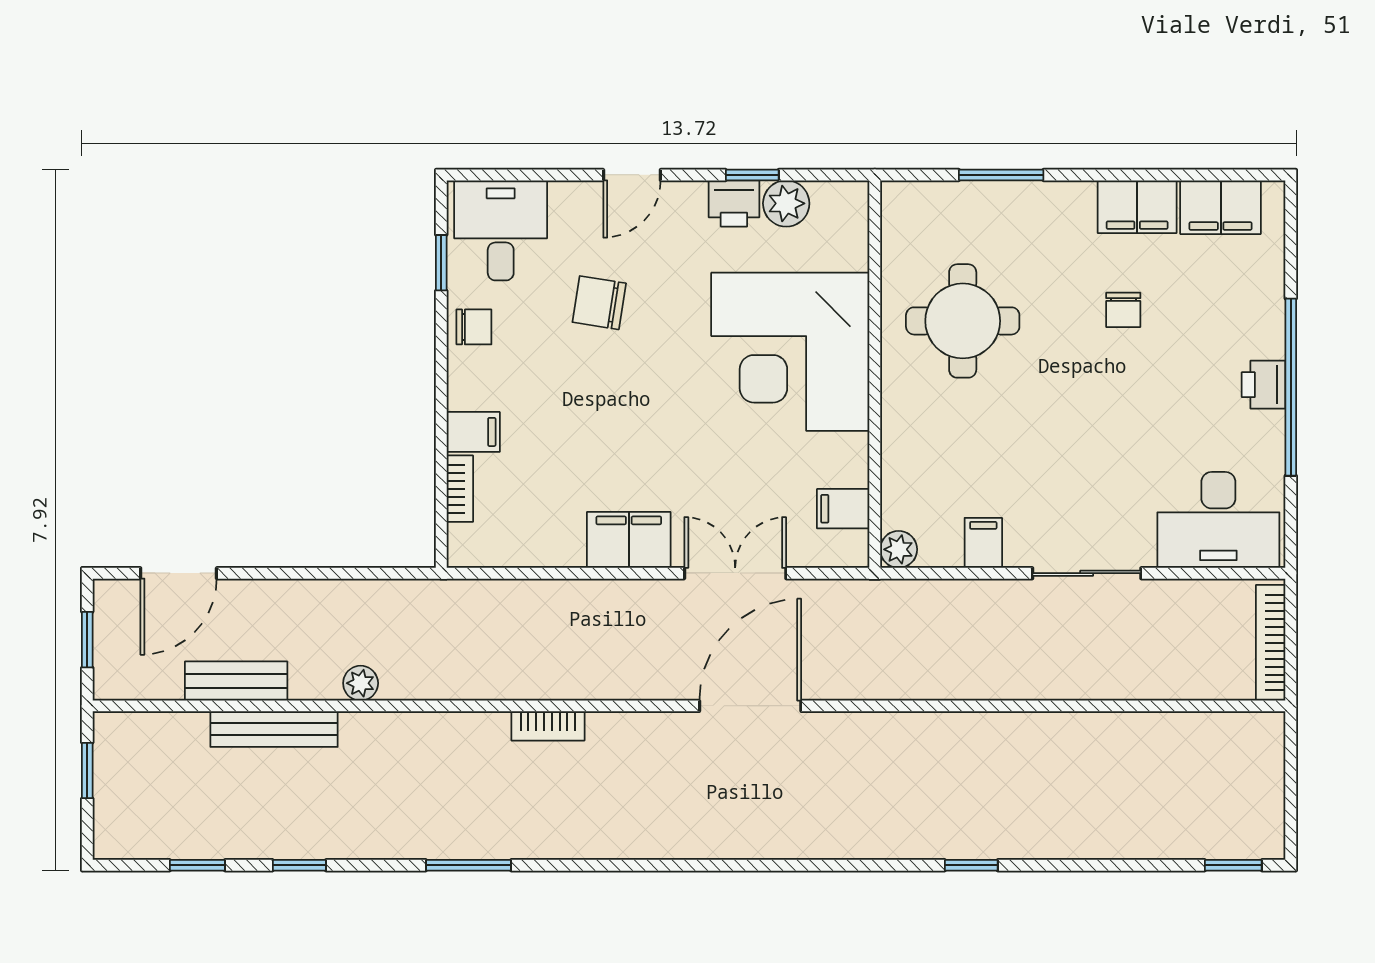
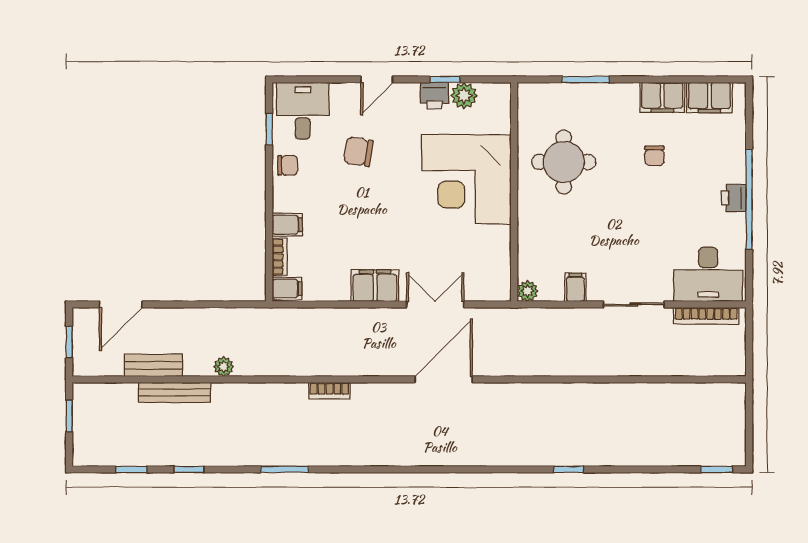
filing cabinet: (843, 509) -> (287, 289), moved, turned 180
bookcase: (1271, 643) -> (706, 316), moved, turned -90

